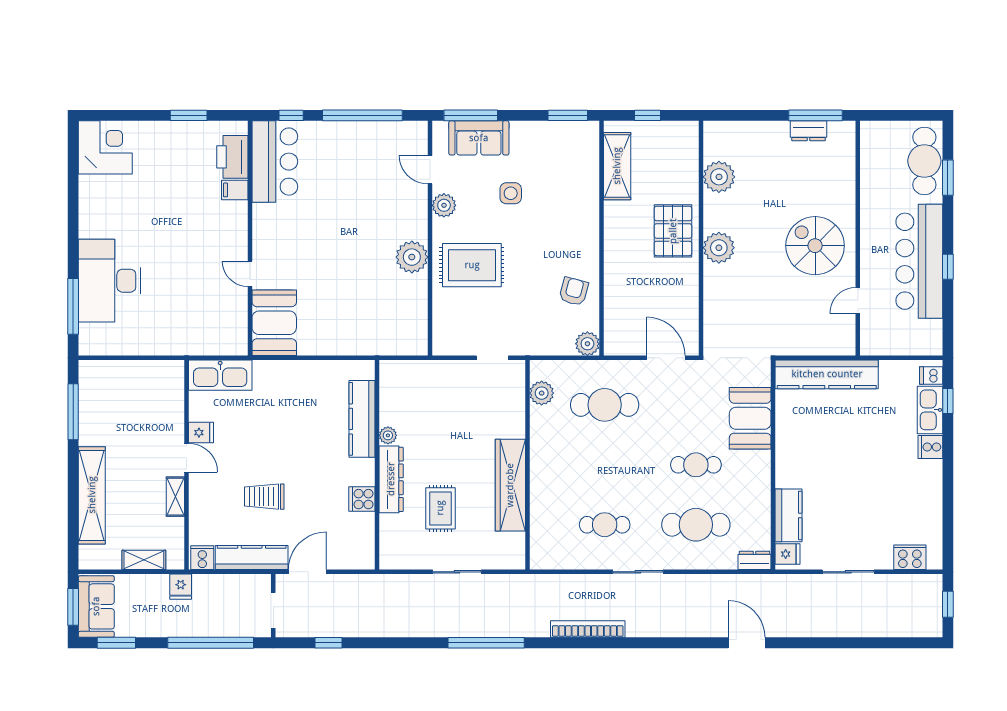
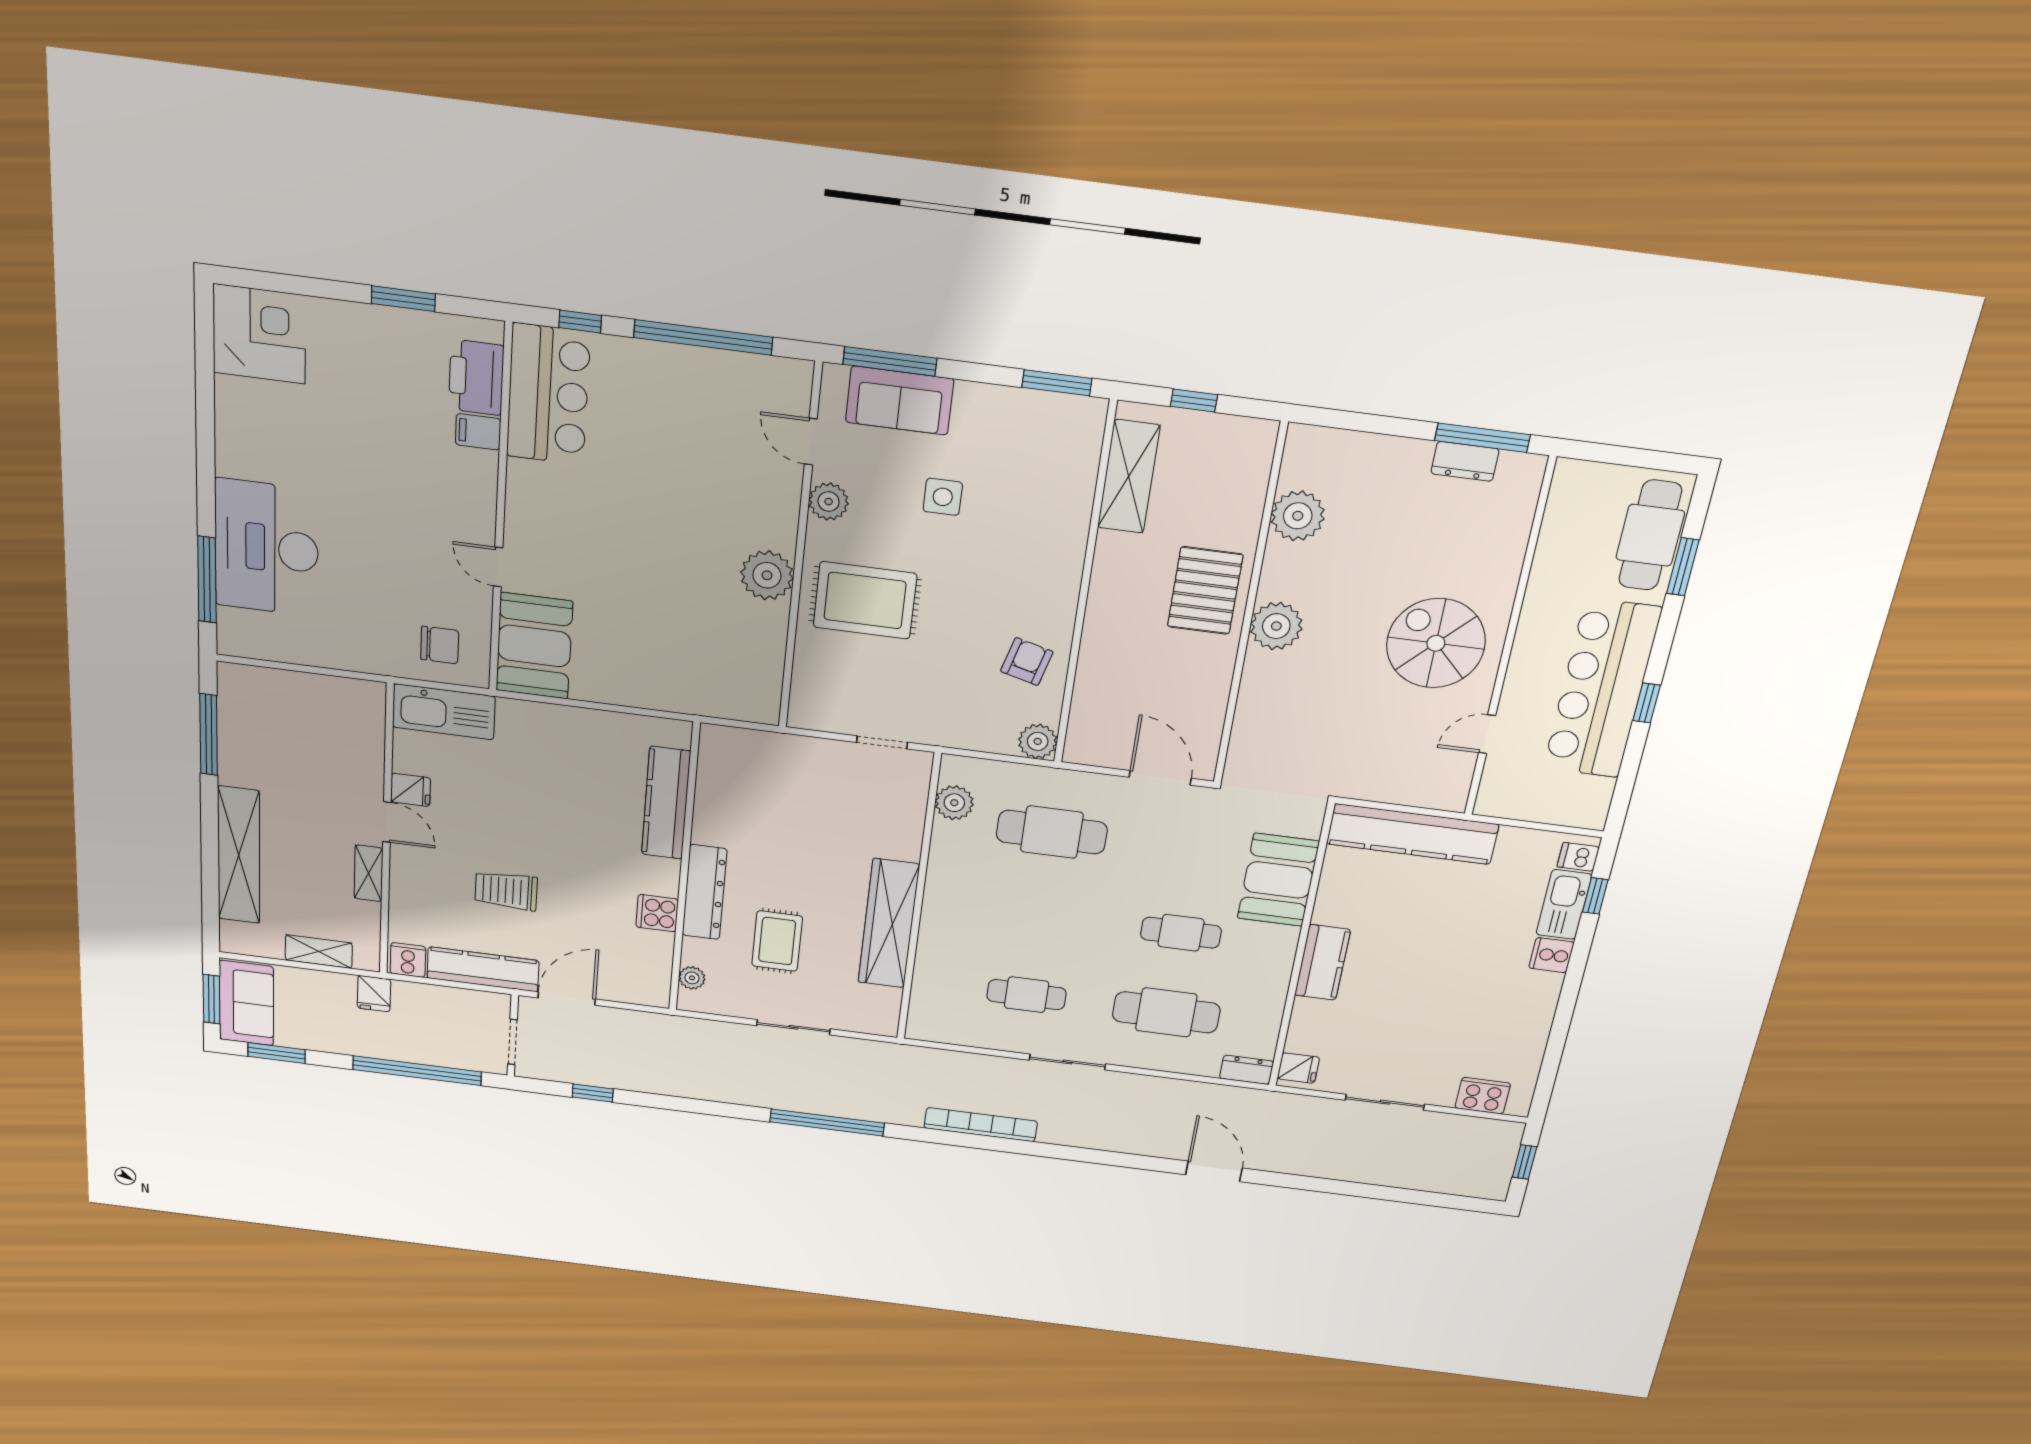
chair: (216, 330) -> (440, 645), added
plant: (388, 435) -> (692, 978), moved
kitchen counter: (788, 515) -> (1322, 962), moved

